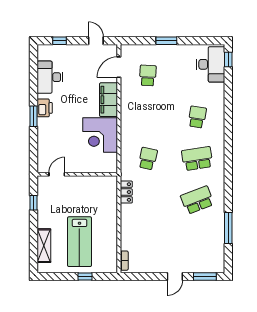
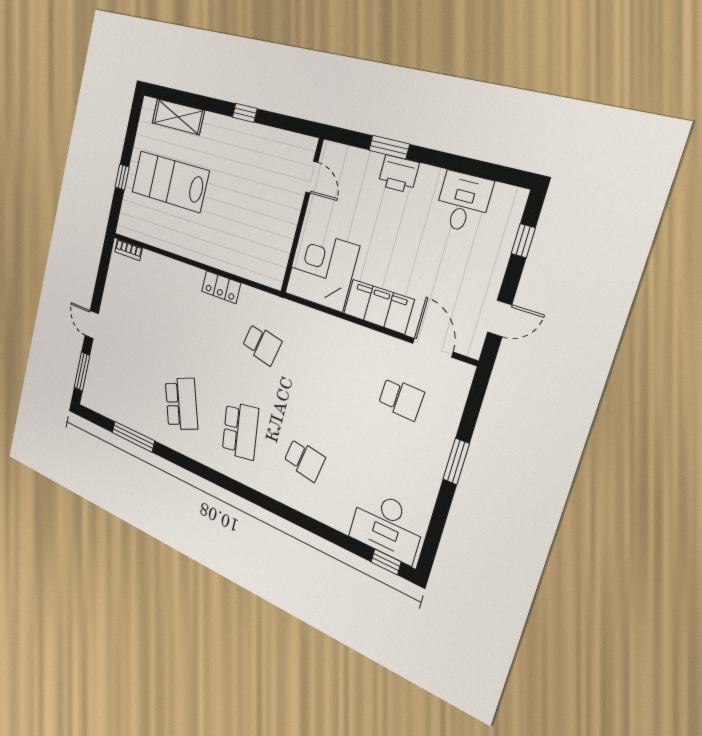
desk: (50, 77) -> (463, 202), width x0.73
door: (57, 174) -> (312, 177), moved
wall: (77, 174) -> (302, 217), moved

